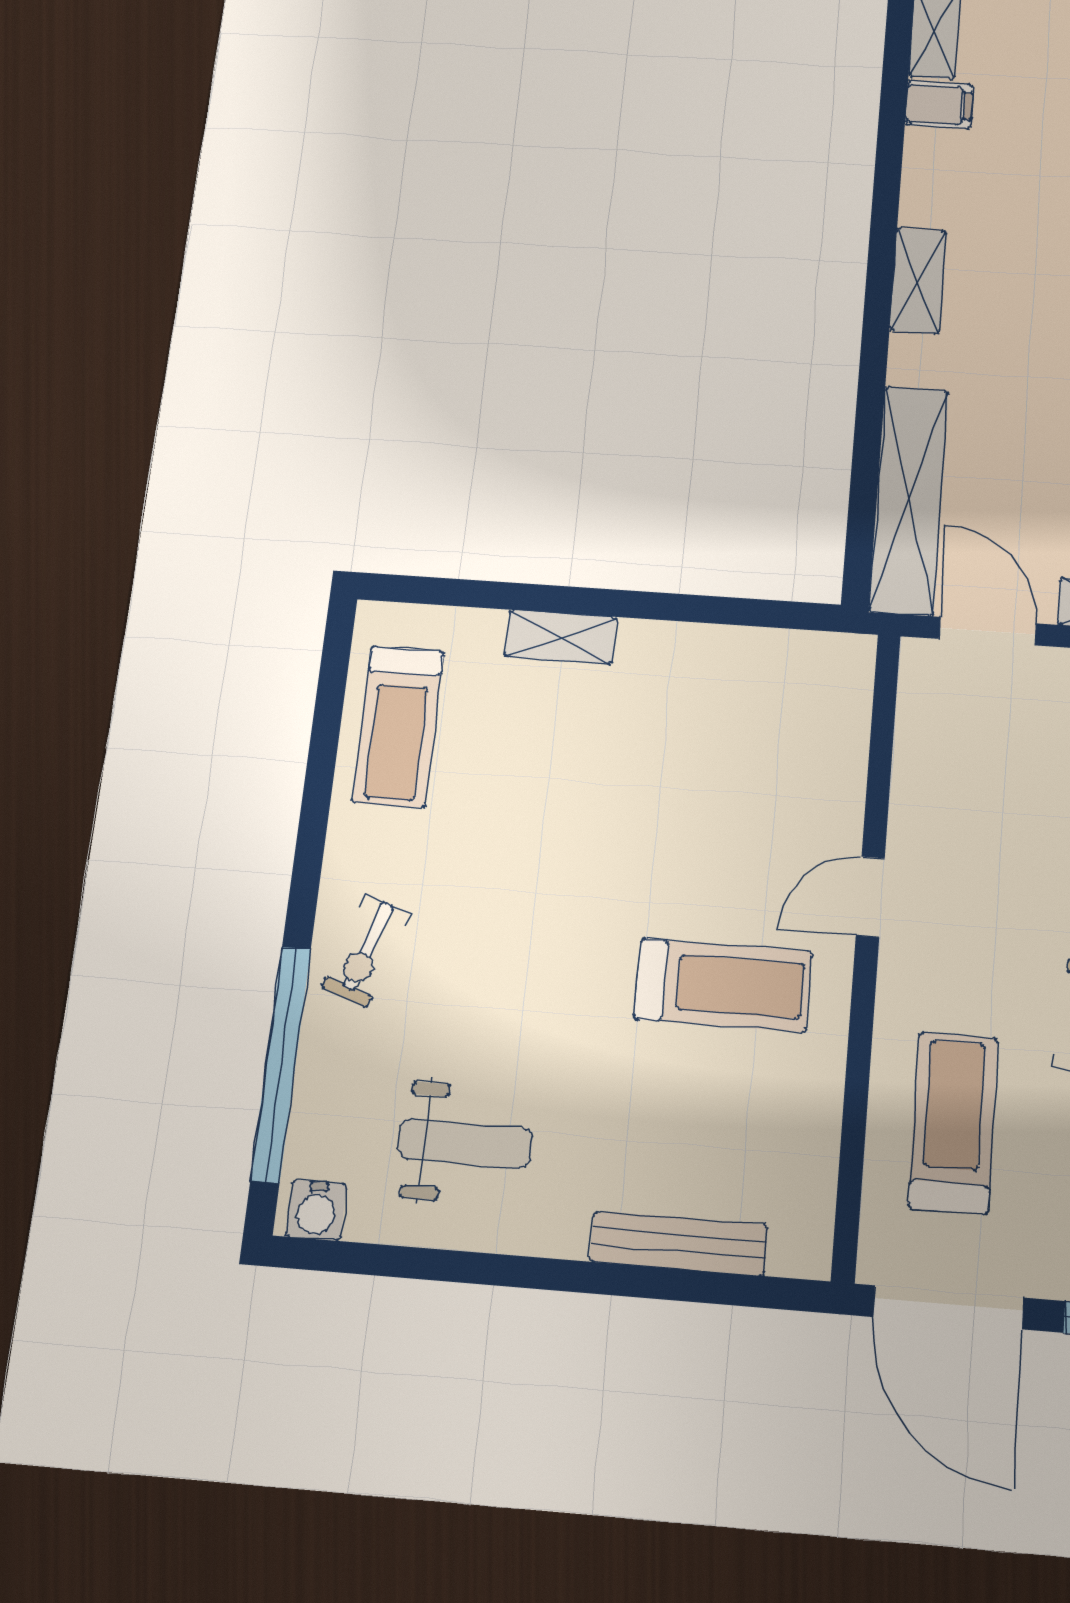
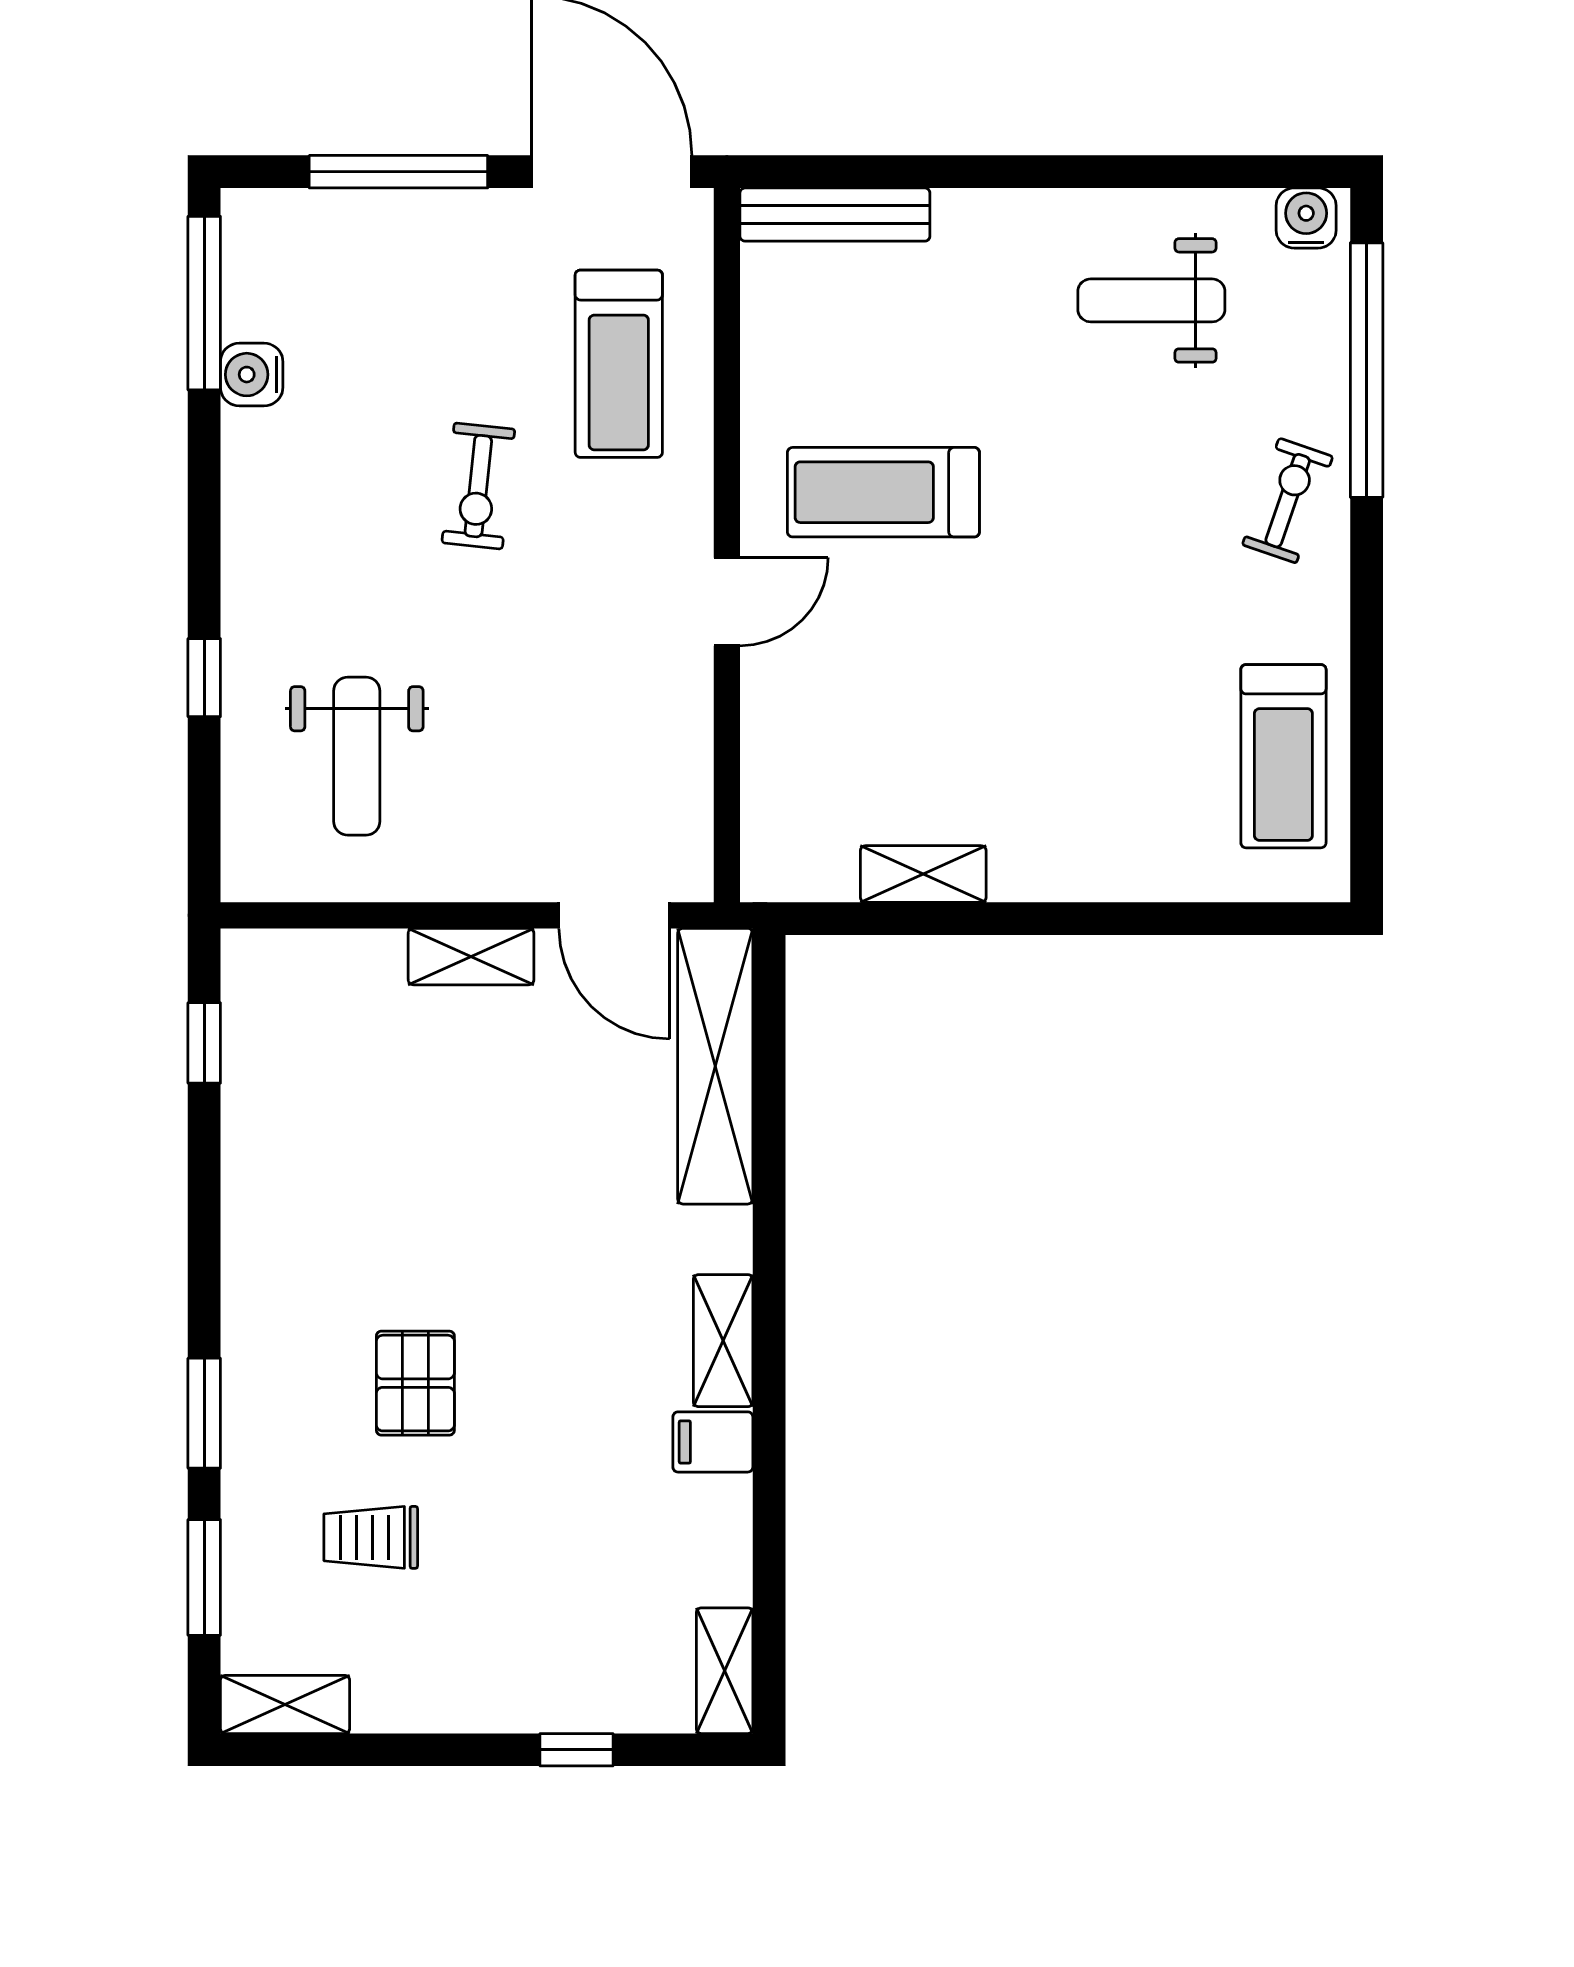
filing cabinet: (939, 105) -> (713, 1442), moved
shelving: (561, 637) -> (923, 874), moved
treadmill: (398, 726) -> (1283, 756), turned 180
bench: (679, 1243) -> (835, 215), moved

